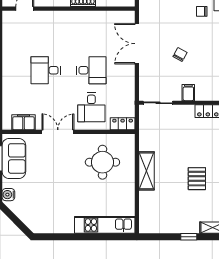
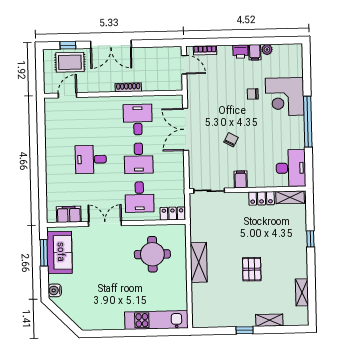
desk: (91, 33) -> (138, 120), added
desk: (91, 70) -> (139, 158), turned 90

